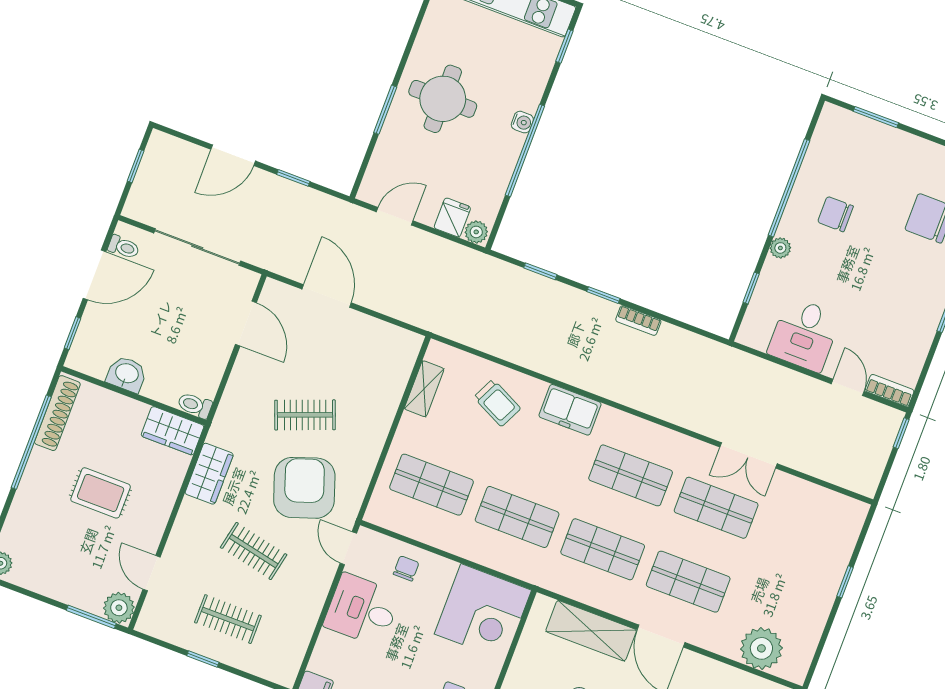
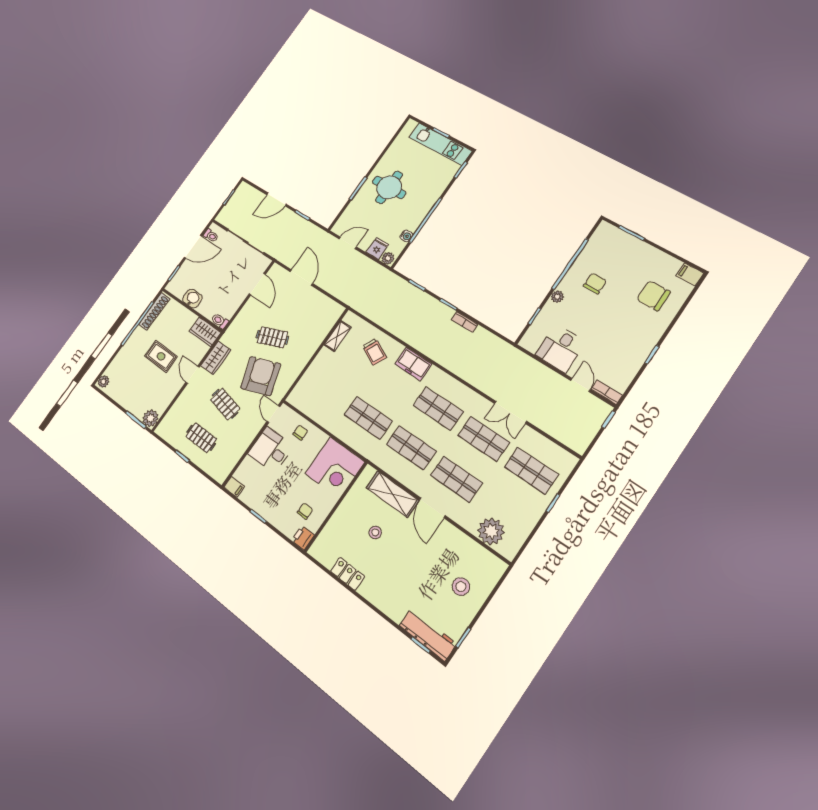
water cooler: (522, 122) -> (406, 236), moved
chair: (836, 214) -> (595, 283), turned 90
shop shelf: (431, 485) -> (531, 471), moved
door: (152, 573) -> (193, 375), moved

